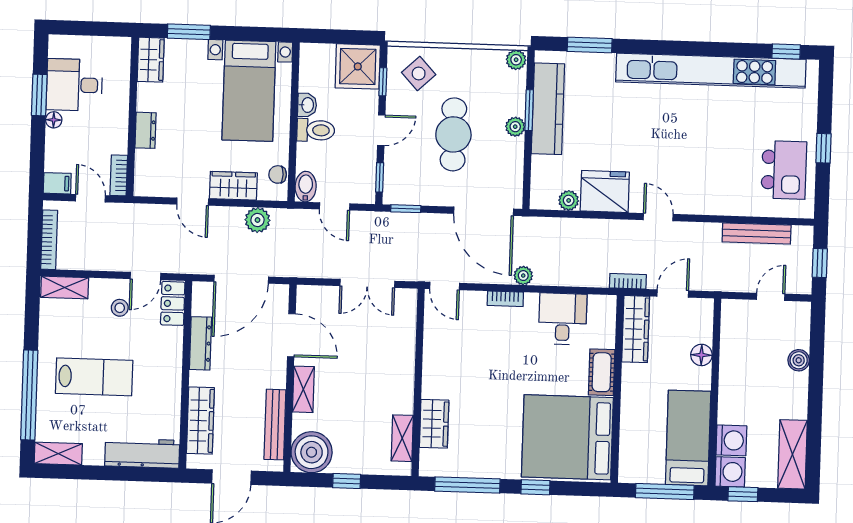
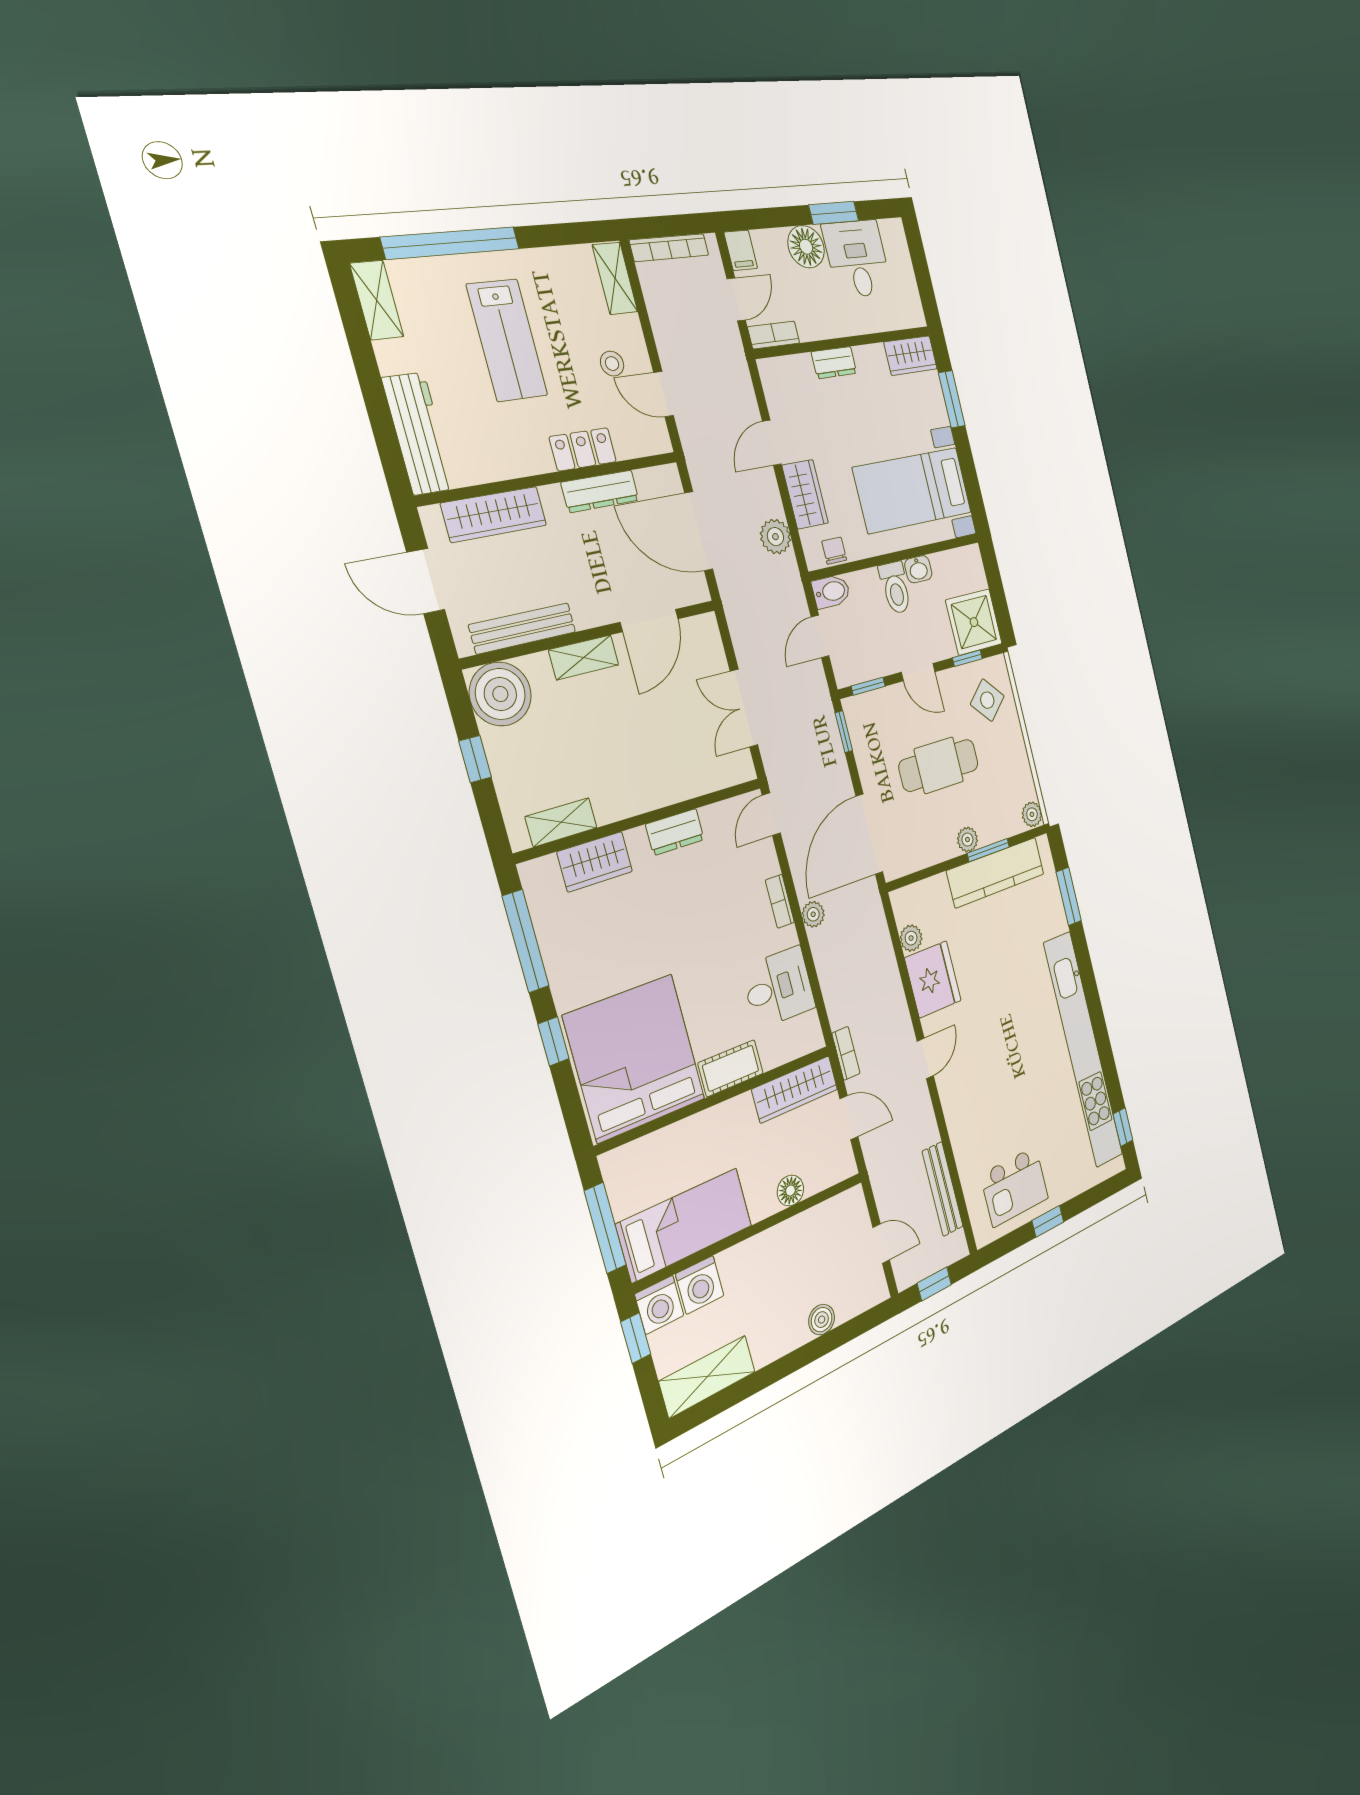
floor lamp: (54, 120) -> (806, 247), width x1.89, depth x1.89
locker: (173, 303) -> (583, 449), moved
dresser: (433, 362) -> (675, 832), added

